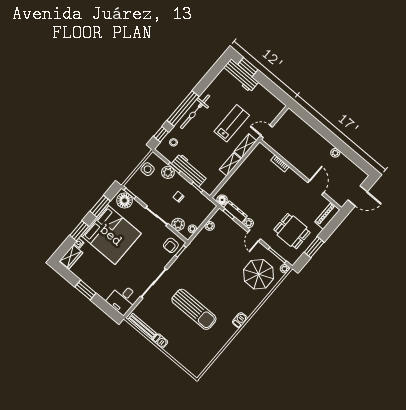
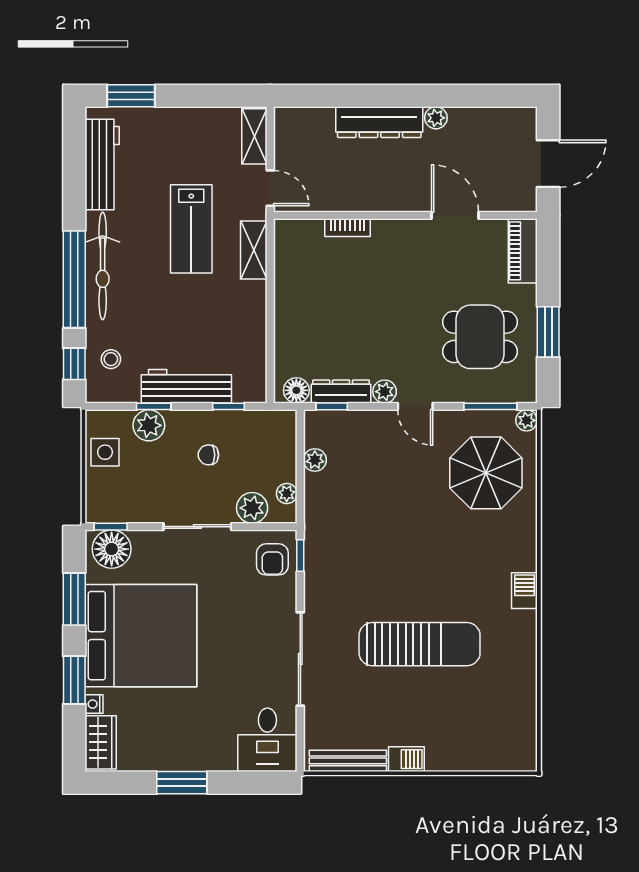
workbench: (240, 75) -> (102, 164), moved, turned -90
lab bench: (232, 123) -> (191, 229), turned 180
door: (266, 131) -> (270, 188), swing flipped
dresser: (317, 139) -> (379, 122), added
shelving: (230, 164) -> (254, 136), moved

